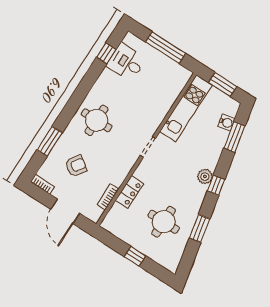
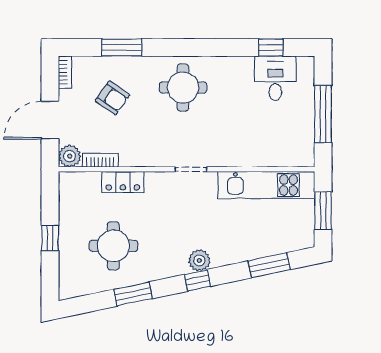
water cooler: (226, 123) -> (280, 245), removed
plant: (94, 213) -> (70, 156), added

